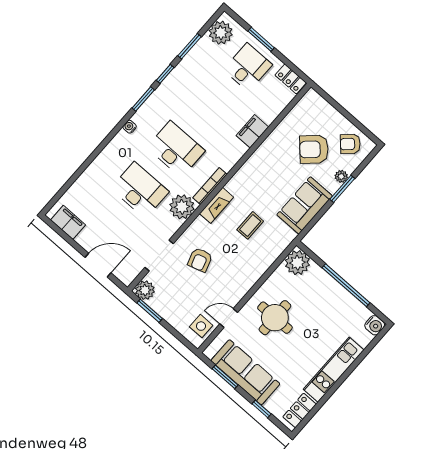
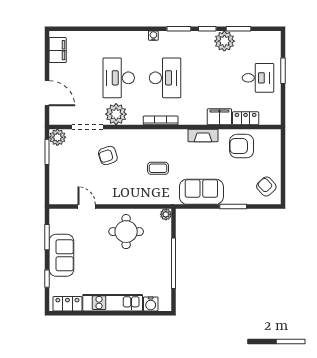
plant: (221, 33) -> (224, 41), moved
locker: (291, 79) -> (246, 118), moved, turned 90
armchair: (314, 149) -> (242, 146), moved, turned -47
plant: (341, 176) -> (240, 199), removed
desk: (140, 190) -> (119, 78), turned 180
fireplace: (216, 205) -> (203, 135), moved
plant: (182, 207) -> (116, 114), moved
plant: (297, 263) -> (166, 214), width x0.53, depth x0.53
round table: (275, 318) -> (126, 232), moved
water cooler: (375, 325) -> (151, 304), moved
side table: (201, 326) -> (66, 193), removed
sofa: (245, 372) -> (61, 255), width x0.73

